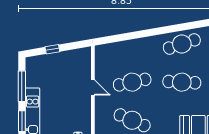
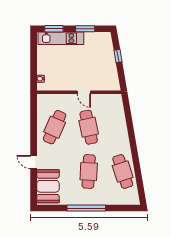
window: (22, 86) -> (85, 29), width x0.69
door: (93, 88) -> (84, 92), hinge flipped

